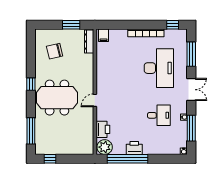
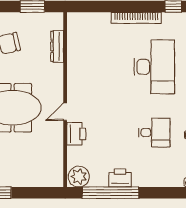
filing cabinet: (103, 35) -> (77, 21), removed
dresser: (89, 42) -> (57, 46), moved
printer: (103, 129) -> (76, 134), moved

